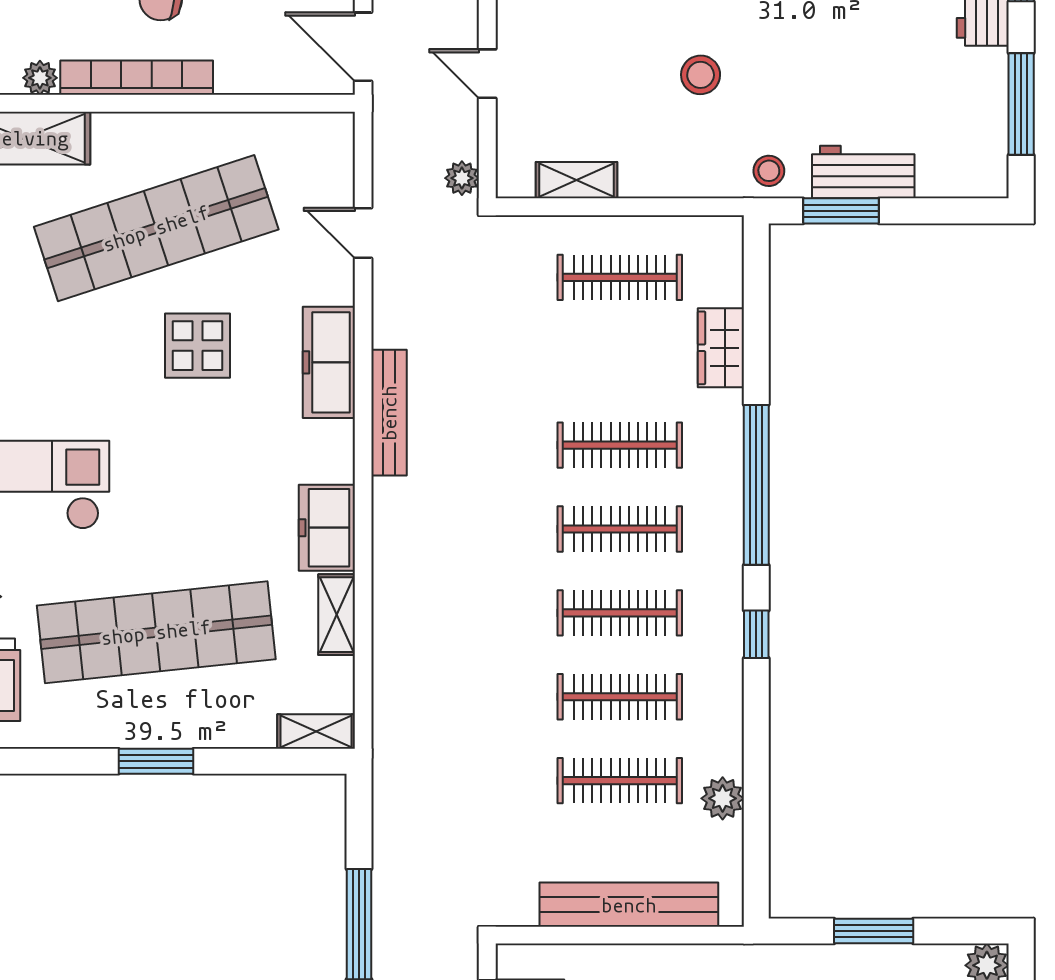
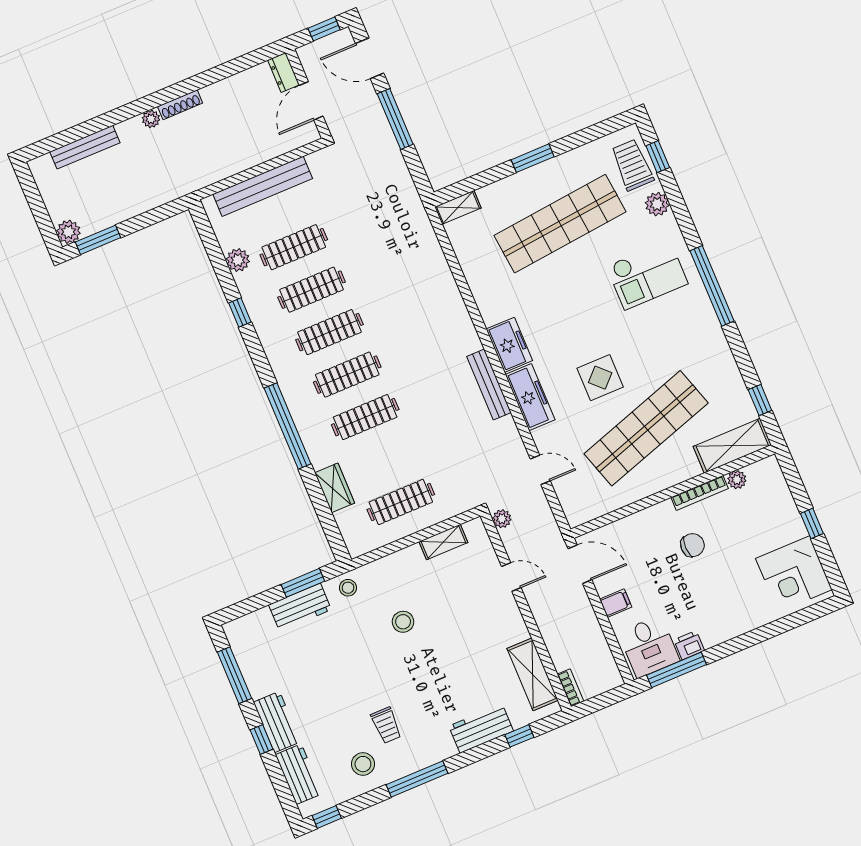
bookcase: (137, 78) -> (700, 493), width x0.68, depth x0.76
freezer: (327, 528) -> (509, 345), moved
shelving: (337, 615) -> (472, 271), removed
window: (756, 634) -> (240, 313), moved
window: (874, 931) -> (98, 240), moved

